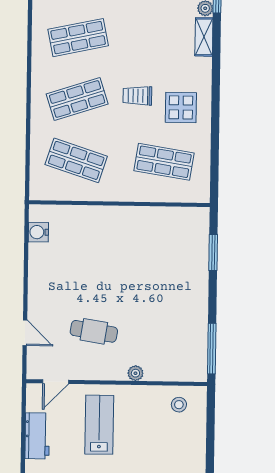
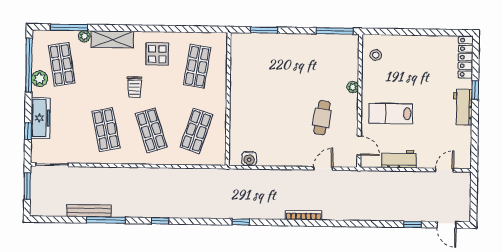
shelving: (204, 37) -> (112, 39), width x1.50, depth x1.33
trolley: (137, 96) -> (134, 87), moved

